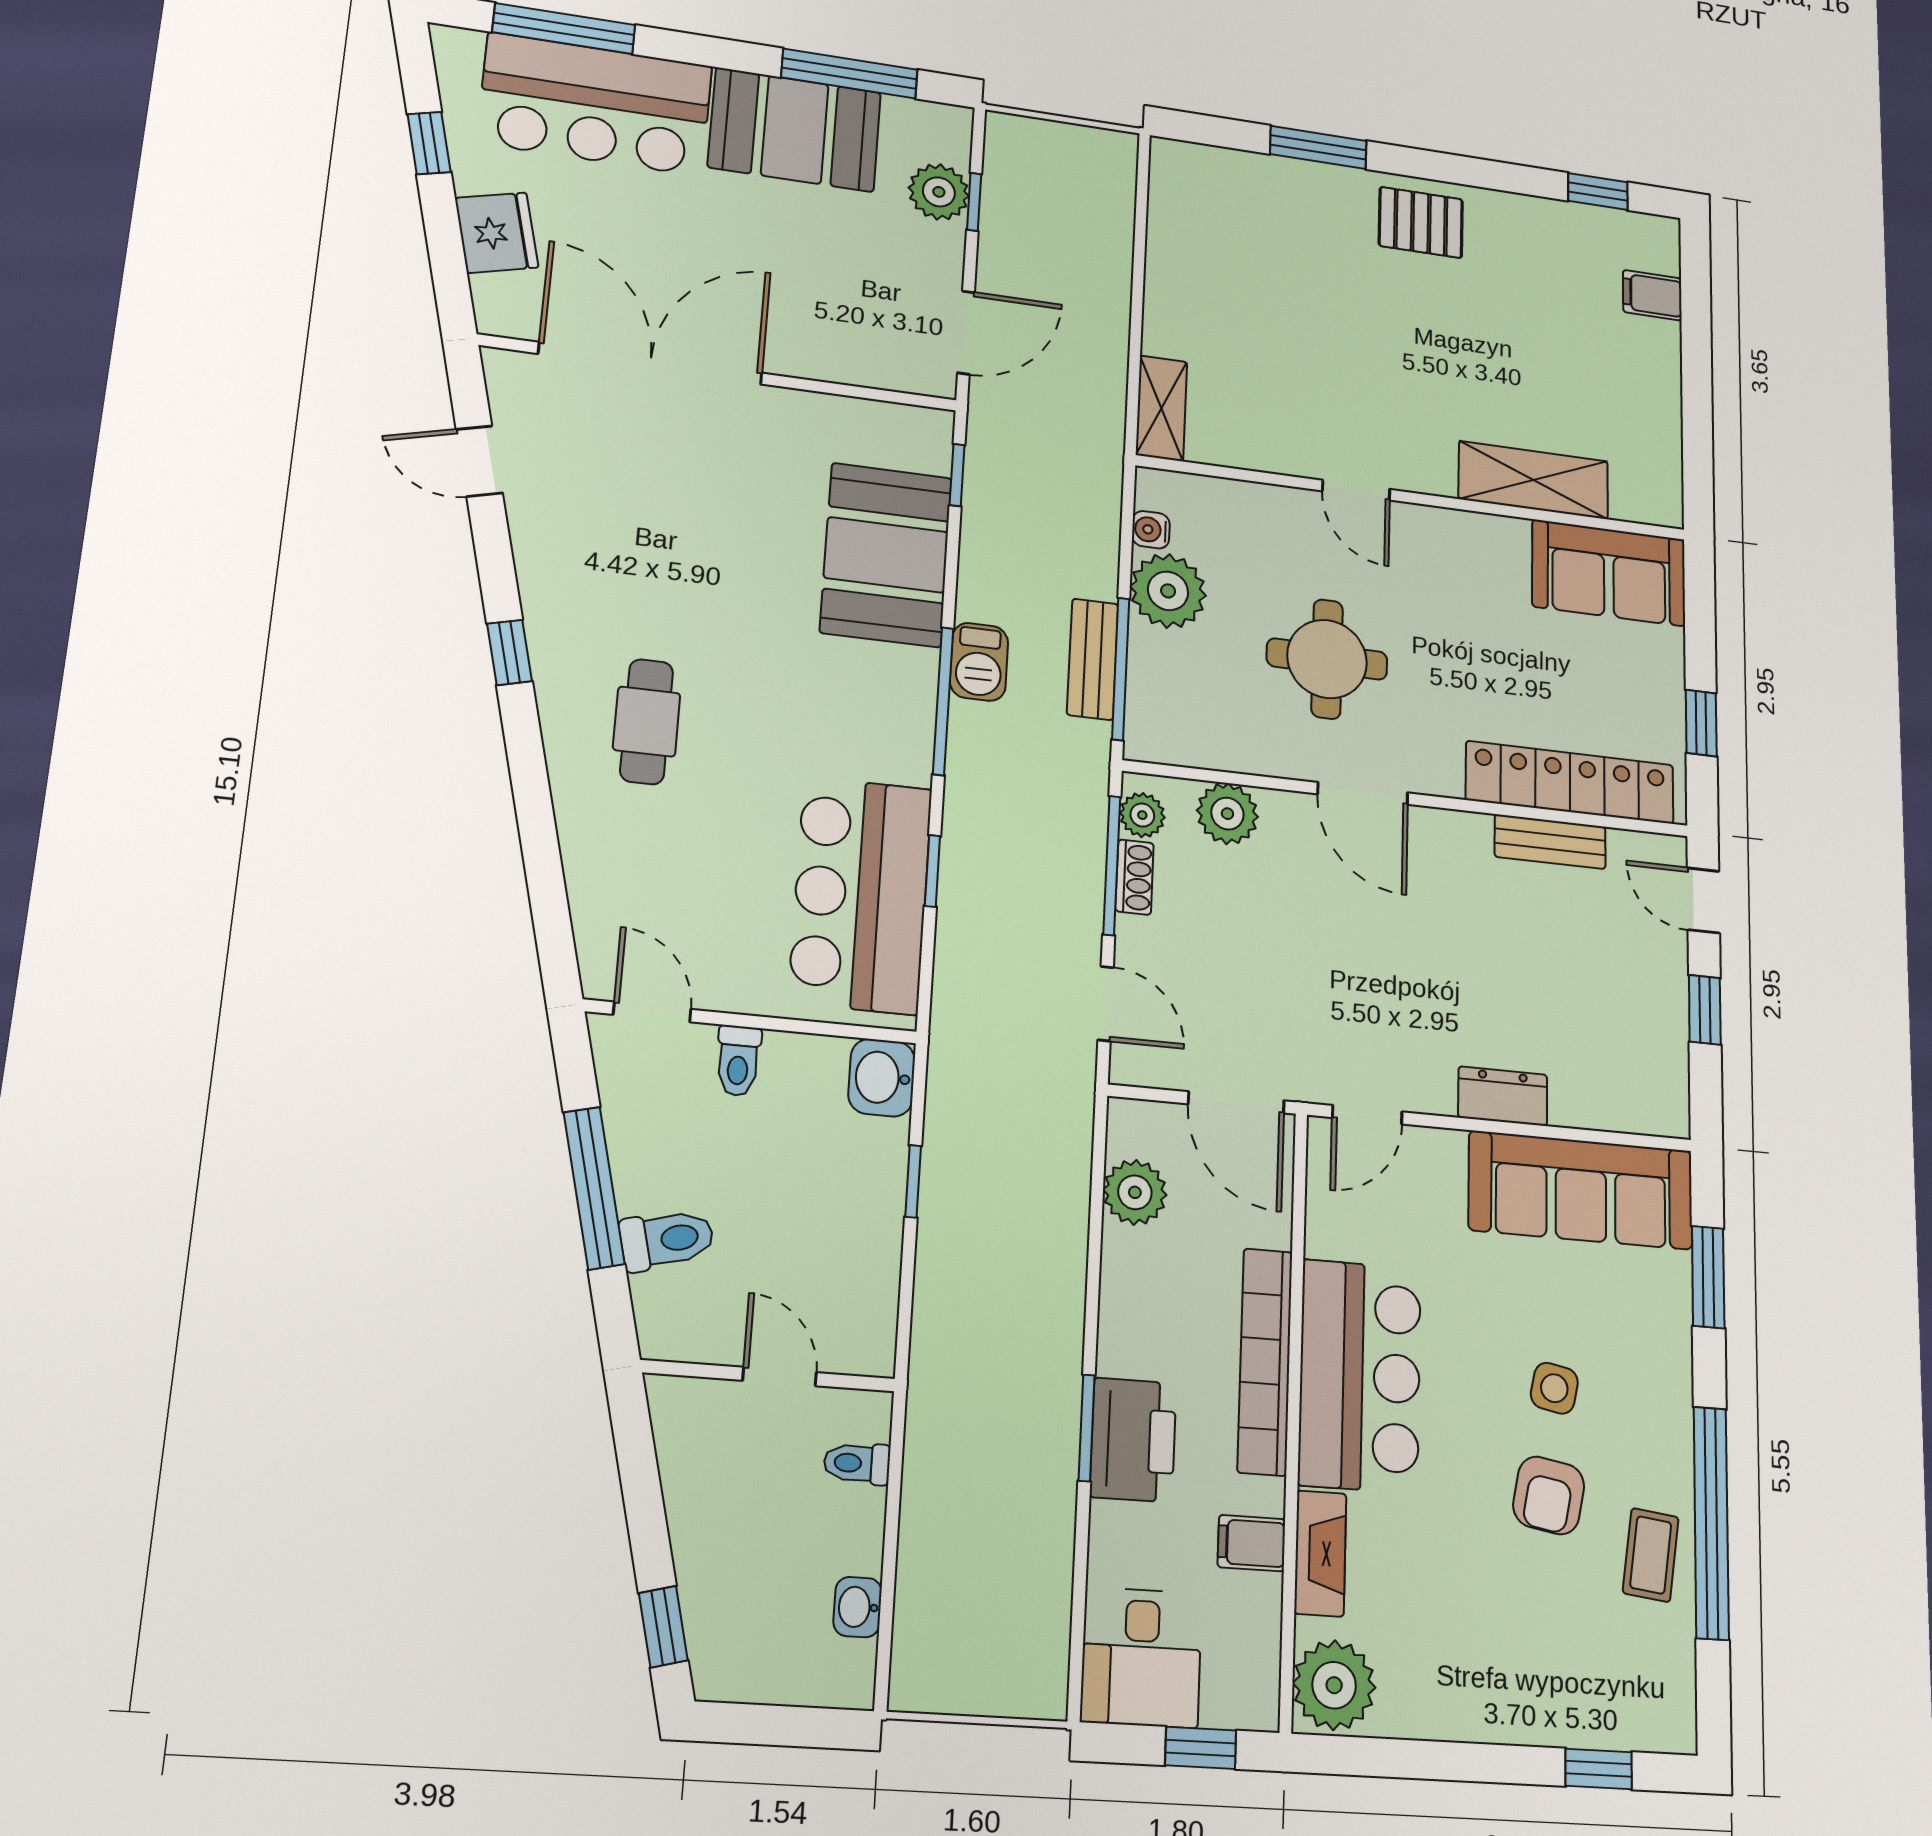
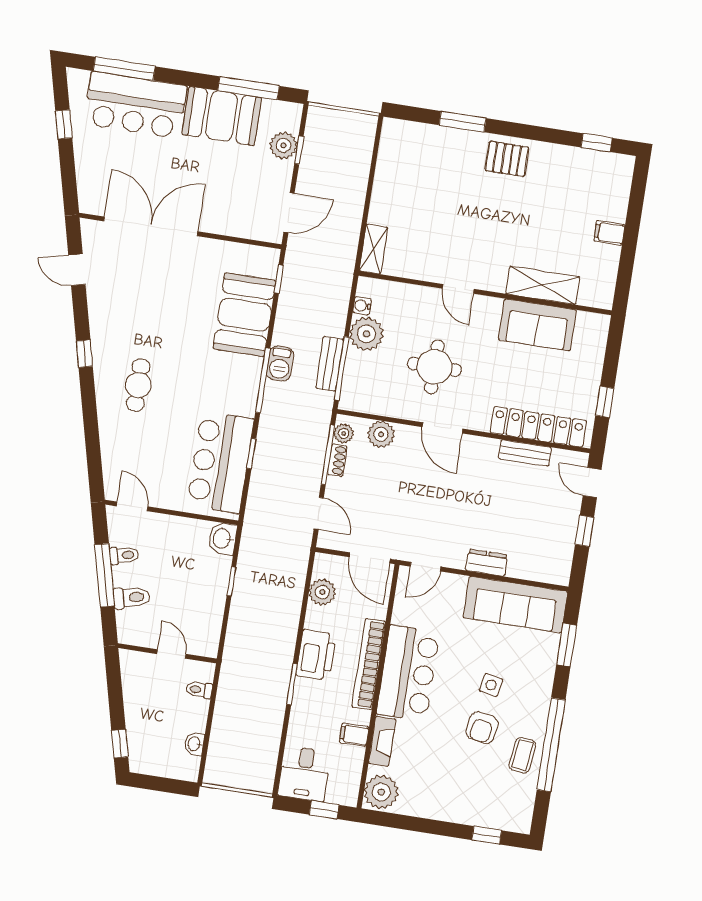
fridge: (497, 233) -> (90, 166), removed
filing cabinet: (1652, 295) -> (609, 233), moved
sofa: (1609, 573) -> (537, 325), moved
toilet: (738, 1061) -> (124, 555), moved, turned -104
printer: (1133, 1440) -> (316, 655), moved

